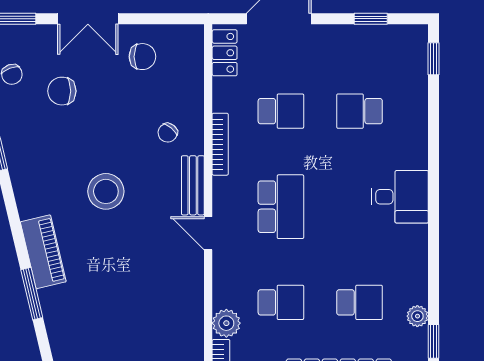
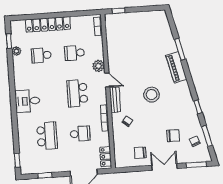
school desk: (281, 111) -> (80, 134), turned 180
school desk: (360, 111) -> (47, 136), width x1.85
plant: (226, 323) -> (99, 66), moved

